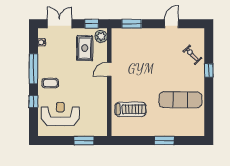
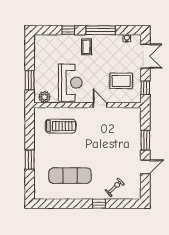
window: (132, 24) -> (145, 140), moved
door: (171, 24) -> (145, 167), hinge flipped
plant: (101, 36) -> (44, 97), moved
exercise mat: (180, 100) -> (70, 176), turned 90
treadmill: (130, 109) -> (61, 126), turned -90
reception desk: (60, 114) -> (70, 83), moved

